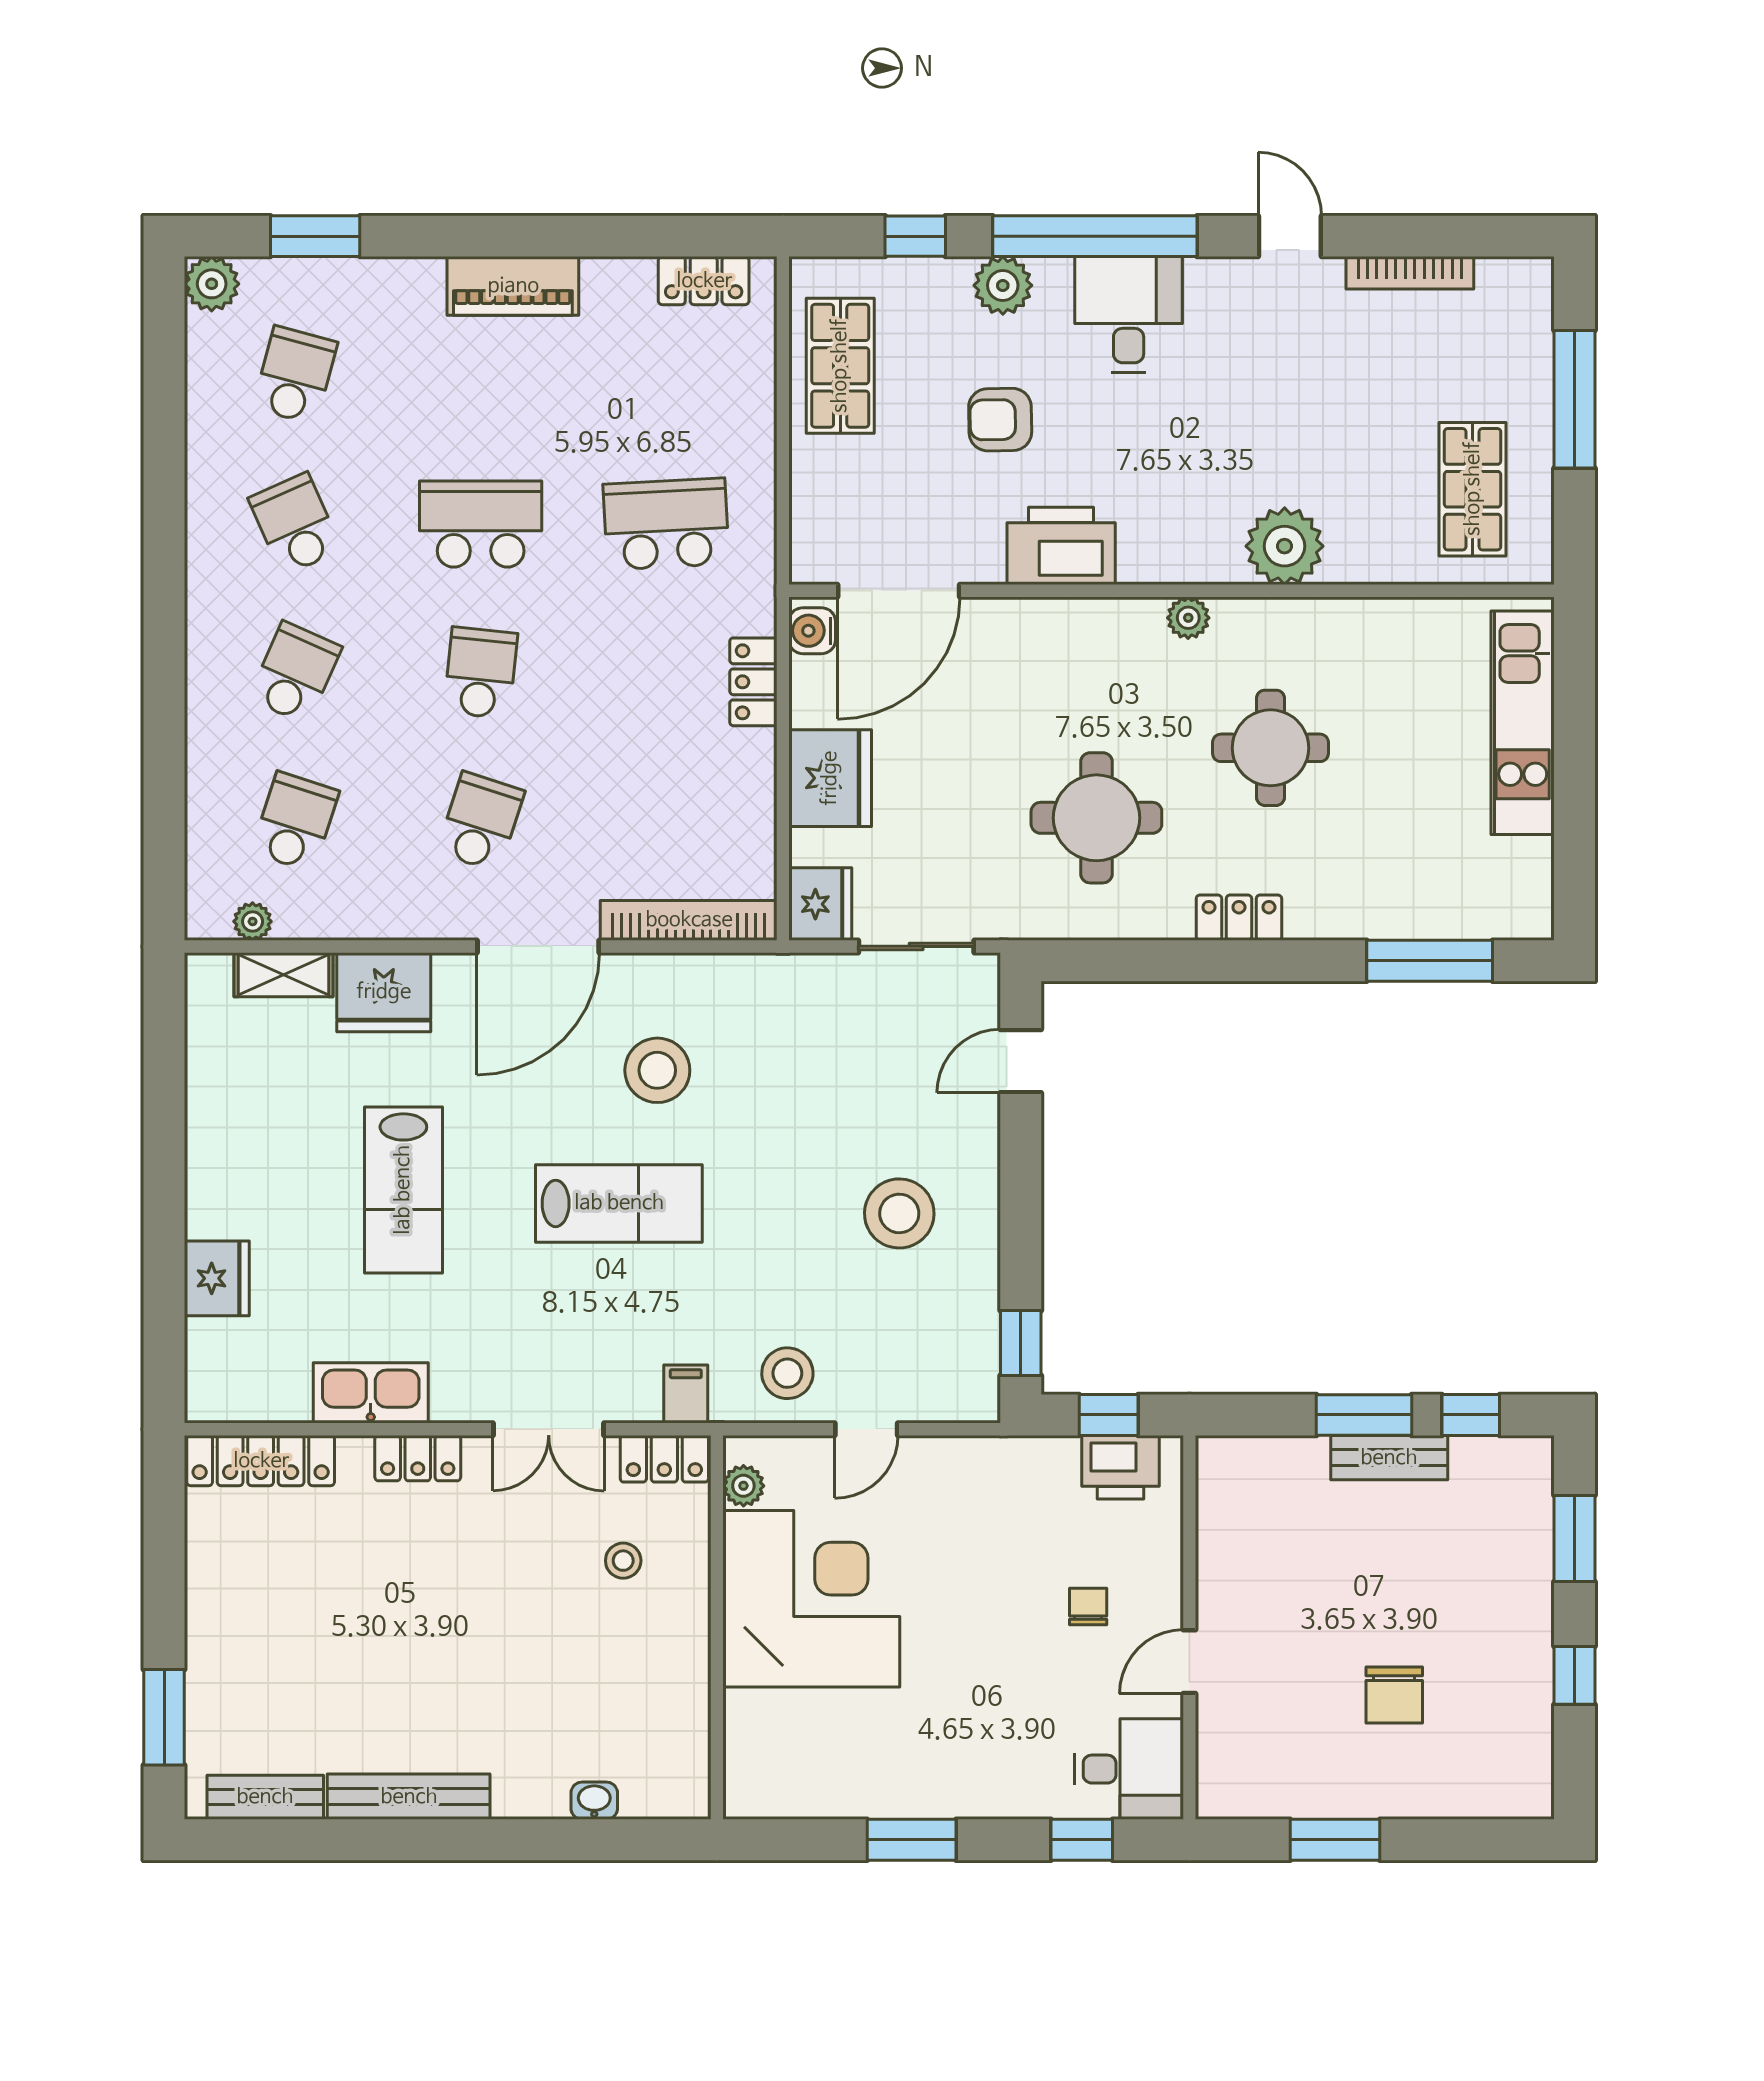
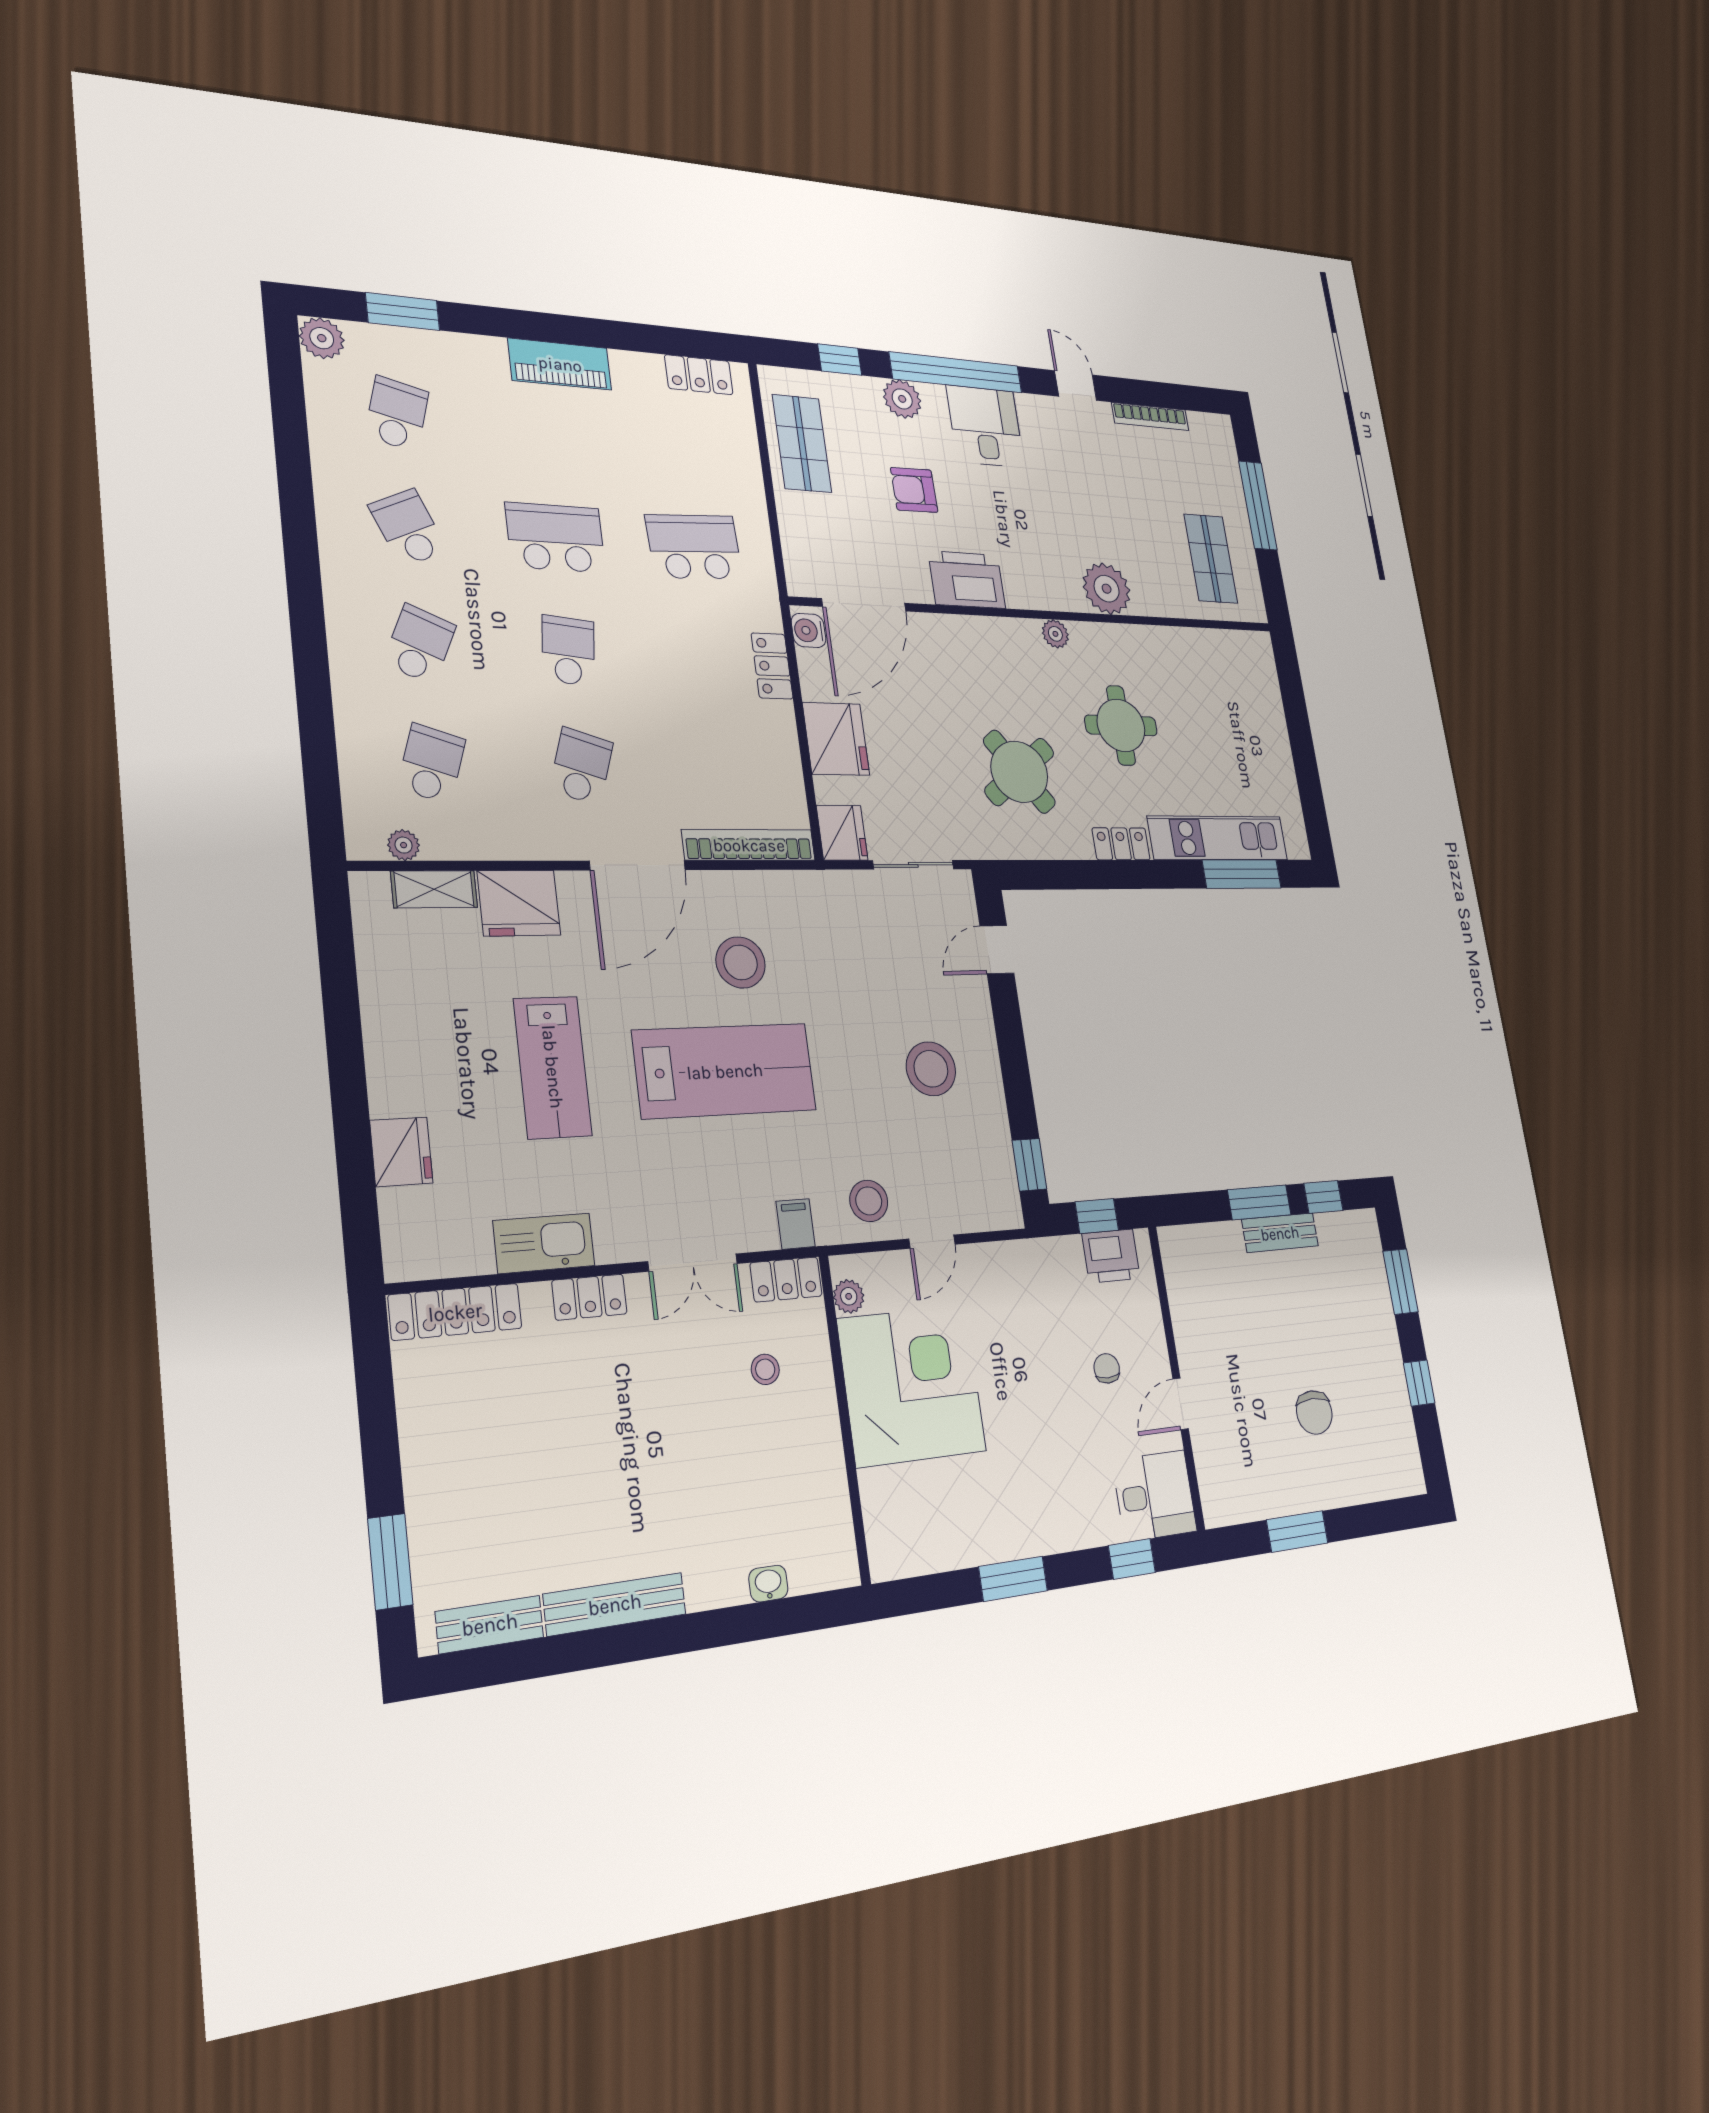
kitchen unit: (1523, 723) -> (1218, 838), moved, turned 90
round table: (1096, 818) -> (1019, 772), turned -37
lab bench: (619, 1203) -> (725, 1071), width x1.36, depth x1.39

